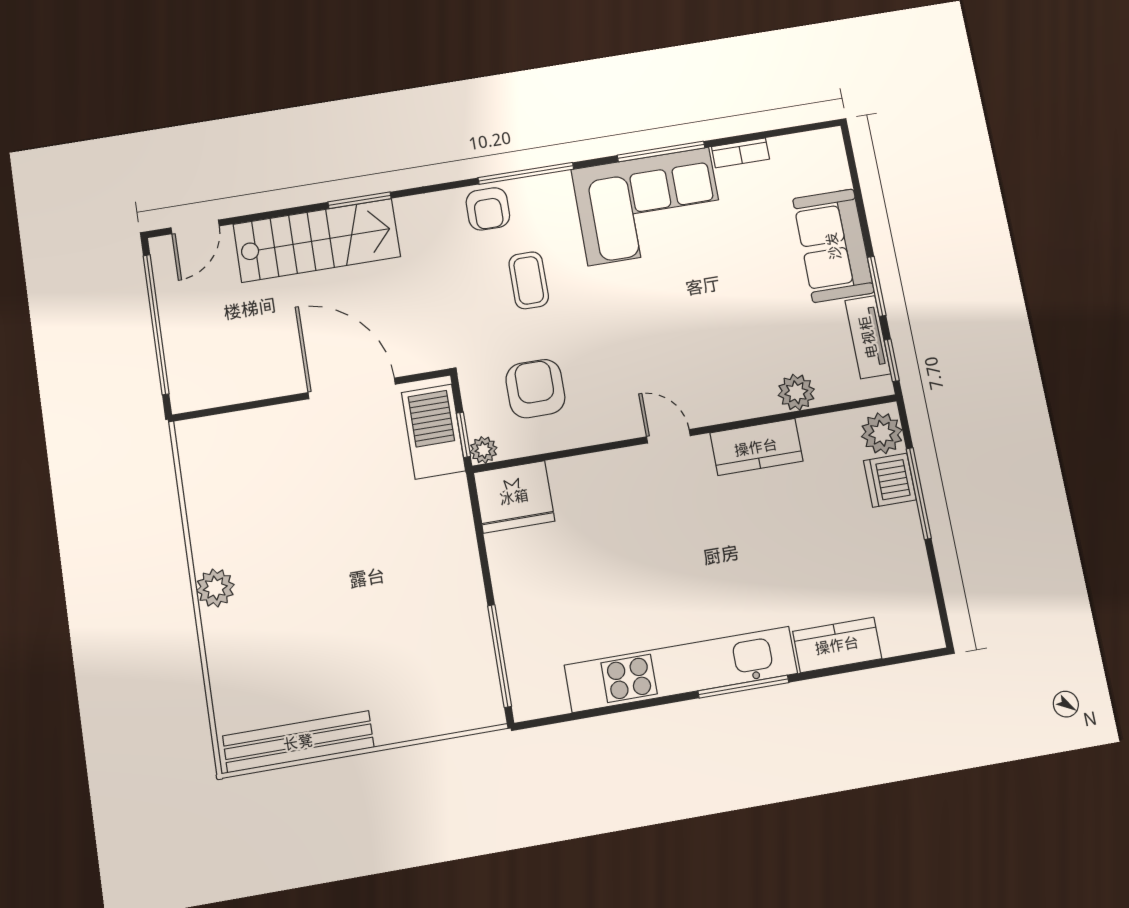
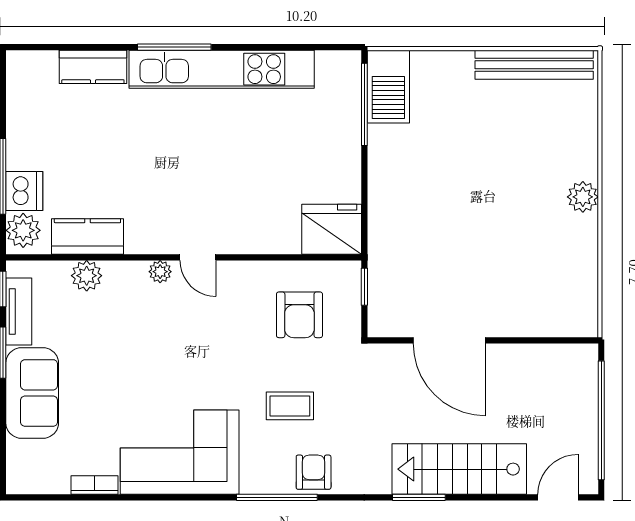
window: (661, 151) -> (161, 497), removed
coffee table: (529, 280) -> (290, 406), turned 90
barbecue: (433, 432) -> (388, 87), moved
kitchen counter: (756, 447) -> (87, 236), moved
plant: (484, 450) -> (160, 272), moved

